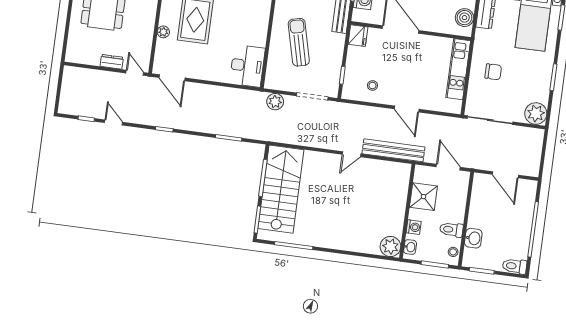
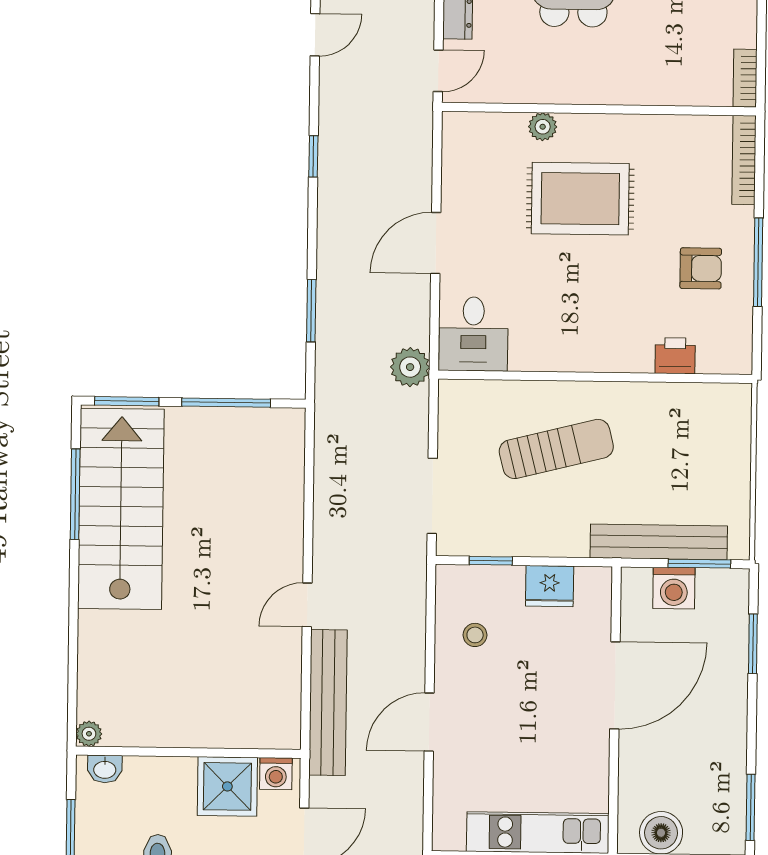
fridge: (358, 36) -> (550, 586), moved
desk: (247, 66) -> (473, 334), width x0.73
door: (172, 78) -> (436, 243), moved
plant: (275, 102) -> (410, 367), moved
door: (351, 154) -> (307, 605), hinge flipped
stairs: (281, 189) -> (121, 509), moved, turned -90
washing machine: (414, 227) -> (276, 774), moved
plant: (390, 246) -> (89, 734), width x0.53, depth x0.53

